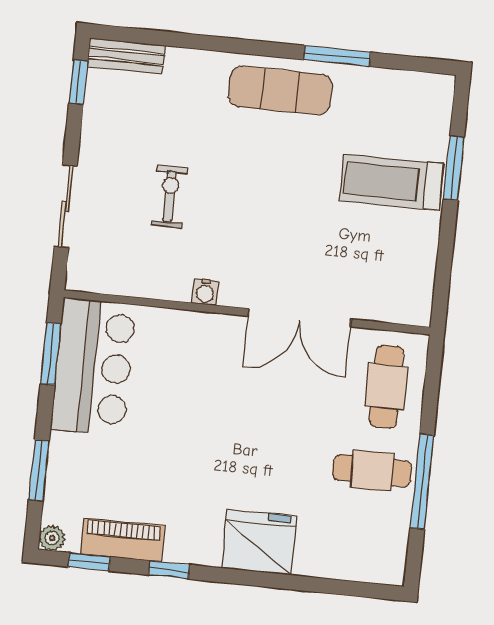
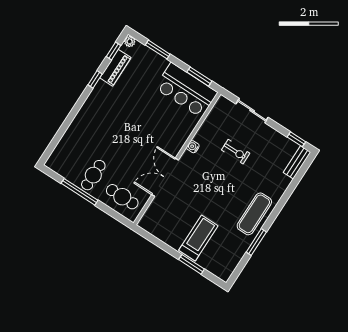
fridge: (259, 542) -> (88, 119), removed

